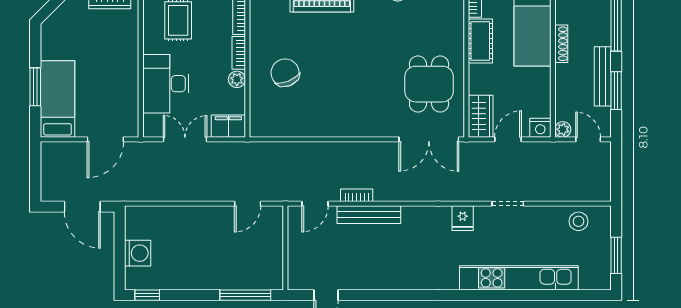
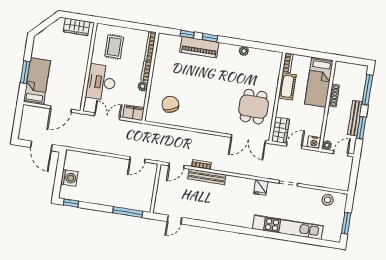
chair: (285, 73) -> (170, 104), moved
door: (588, 139) -> (341, 153), hinge flipped

